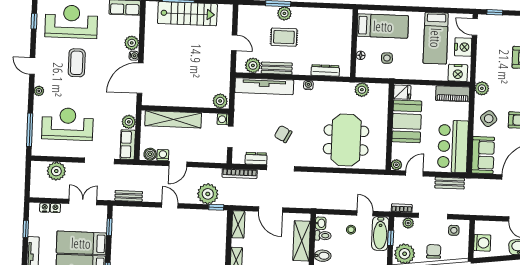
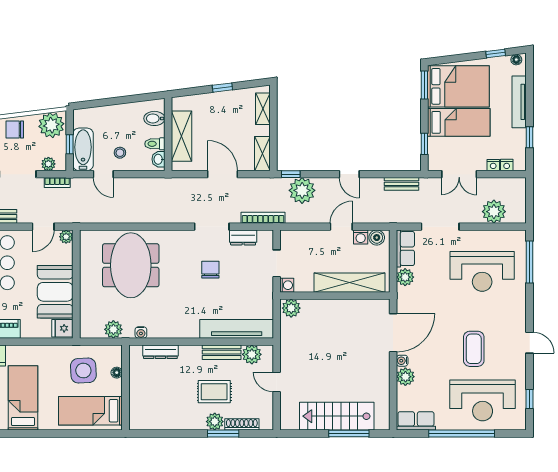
shoe rack: (263, 10) -> (242, 424), added
side table: (387, 58) -> (83, 371), width x1.87, depth x1.87
water cooler: (308, 85) -> (141, 332), moved
plant: (39, 91) -> (520, 312), removed
chair: (283, 134) -> (210, 270), turned -118
chair: (434, 251) -> (15, 129), turned 90

